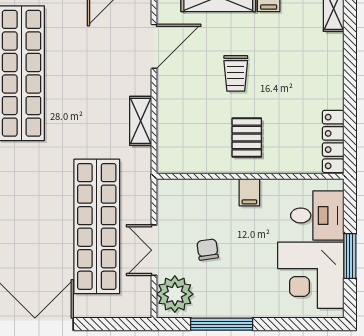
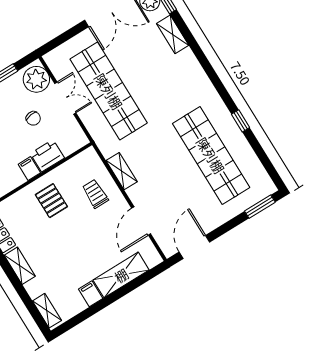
trolley: (236, 73) -> (95, 194), moved
shelving: (333, 83) -> (20, 266), added
printer: (218, 194) -> (47, 156), added

